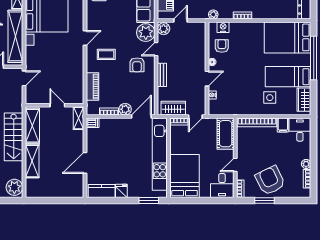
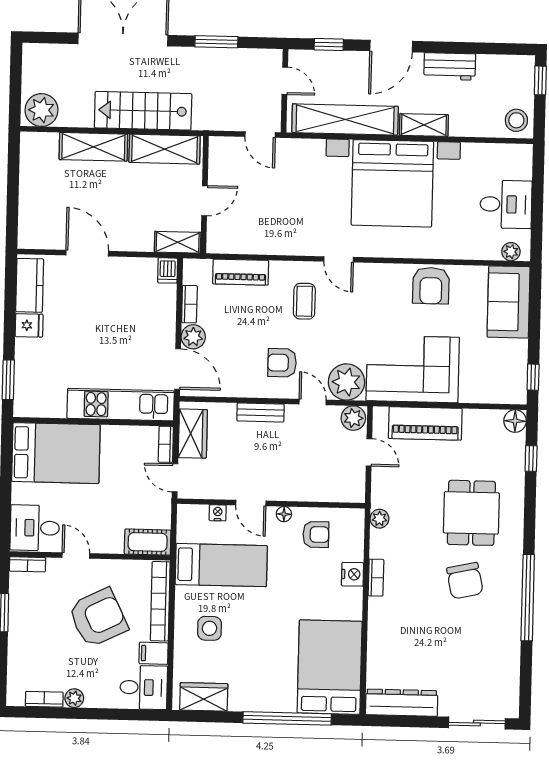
nightstand: (223, 27) -> (352, 574), moved
bed: (288, 77) -> (221, 565), moved, turned 90
cot: (226, 134) -> (148, 542), width x0.73, depth x0.75
kitchen unit: (160, 154) -> (121, 405), width x0.73
armchair: (270, 180) -> (98, 618), moved

